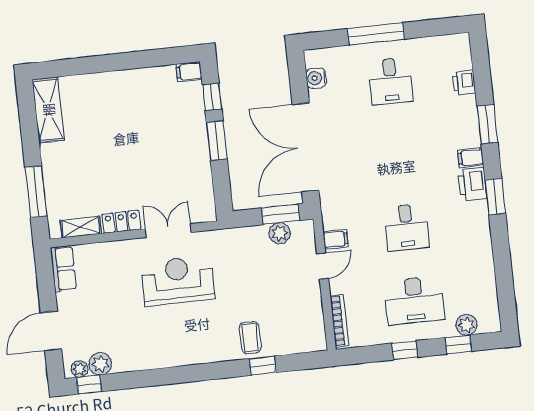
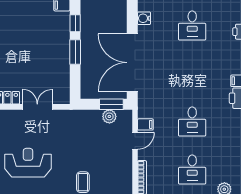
reception desk: (178, 281) -> (28, 163), moved
desk: (414, 300) -> (192, 170), width x0.73

